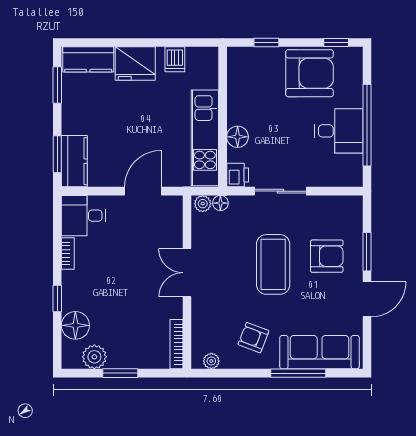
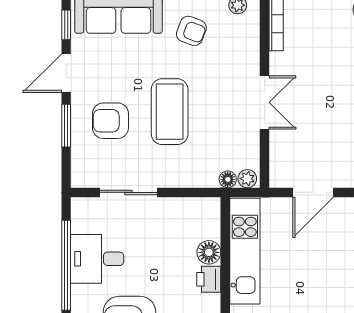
printer: (238, 175) -> (209, 279), moved
sliding door: (280, 191) -> (128, 192), moved
window: (367, 343) -> (66, 25), added

